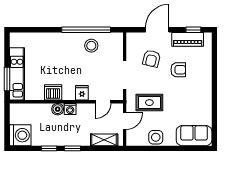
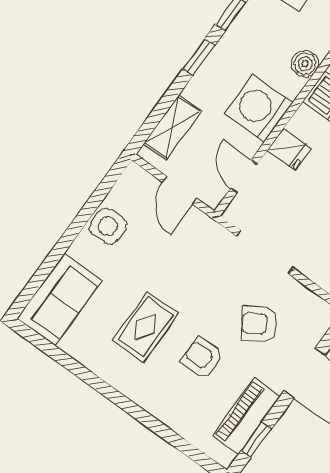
armchair: (151, 59) -> (259, 324), turned -45
armchair: (178, 70) -> (203, 358), turned 90
rug: (149, 103) -> (146, 327), moved
boiler: (58, 109) -> (305, 64), moved
washing machine: (70, 109) -> (259, 108), width x1.89, depth x1.89

